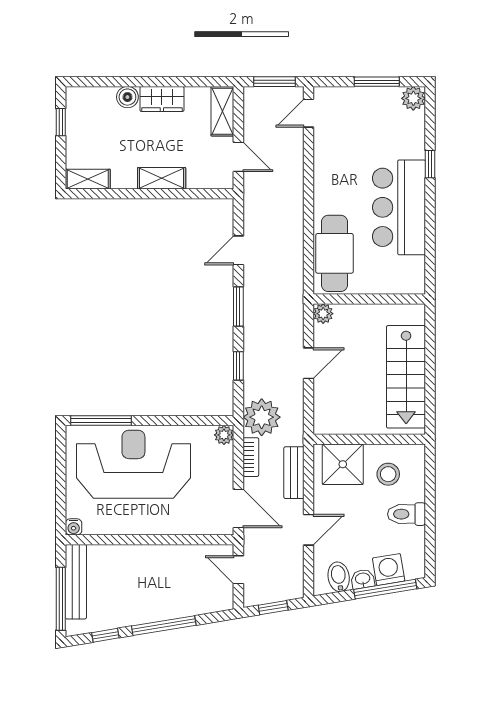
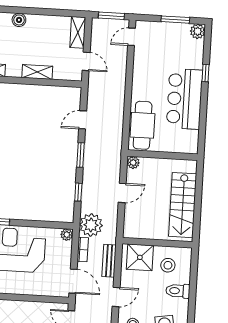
wardrobe: (162, 99) -> (40, 22), removed

